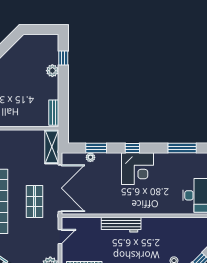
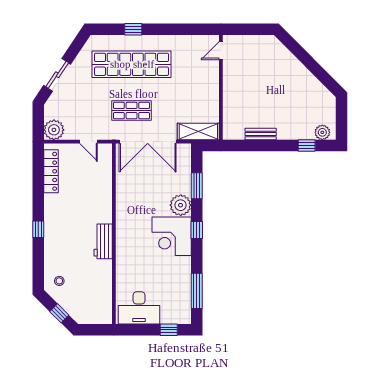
plant: (52, 71) -> (322, 132), moved
bench: (54, 113) -> (261, 134), moved
plant: (90, 157) -> (181, 205), moved, width x1.88, depth x1.88
workbench: (121, 225) -> (103, 241), moved, width x0.73

